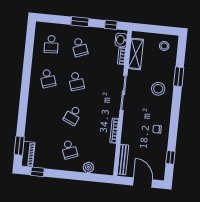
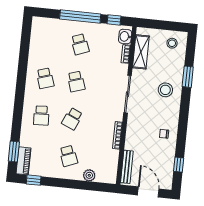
window: (80, 22) -> (80, 16), width x2.11
school desk: (51, 44) -> (41, 115), moved

